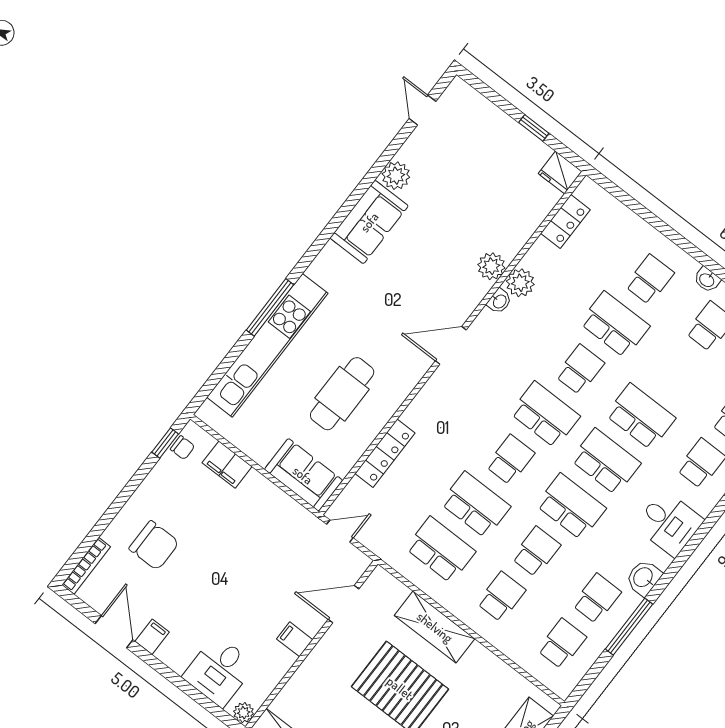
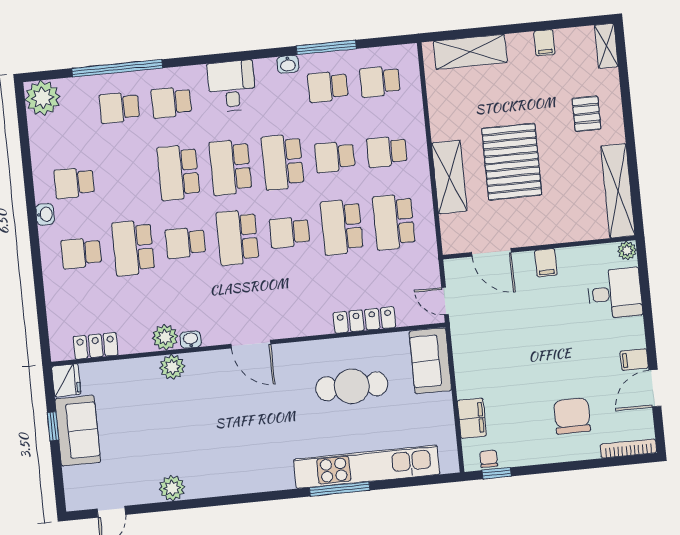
sofa: (369, 222) -> (78, 431), moved, turned 90
washbasin: (644, 578) -> (288, 64), width x0.72, depth x0.69

